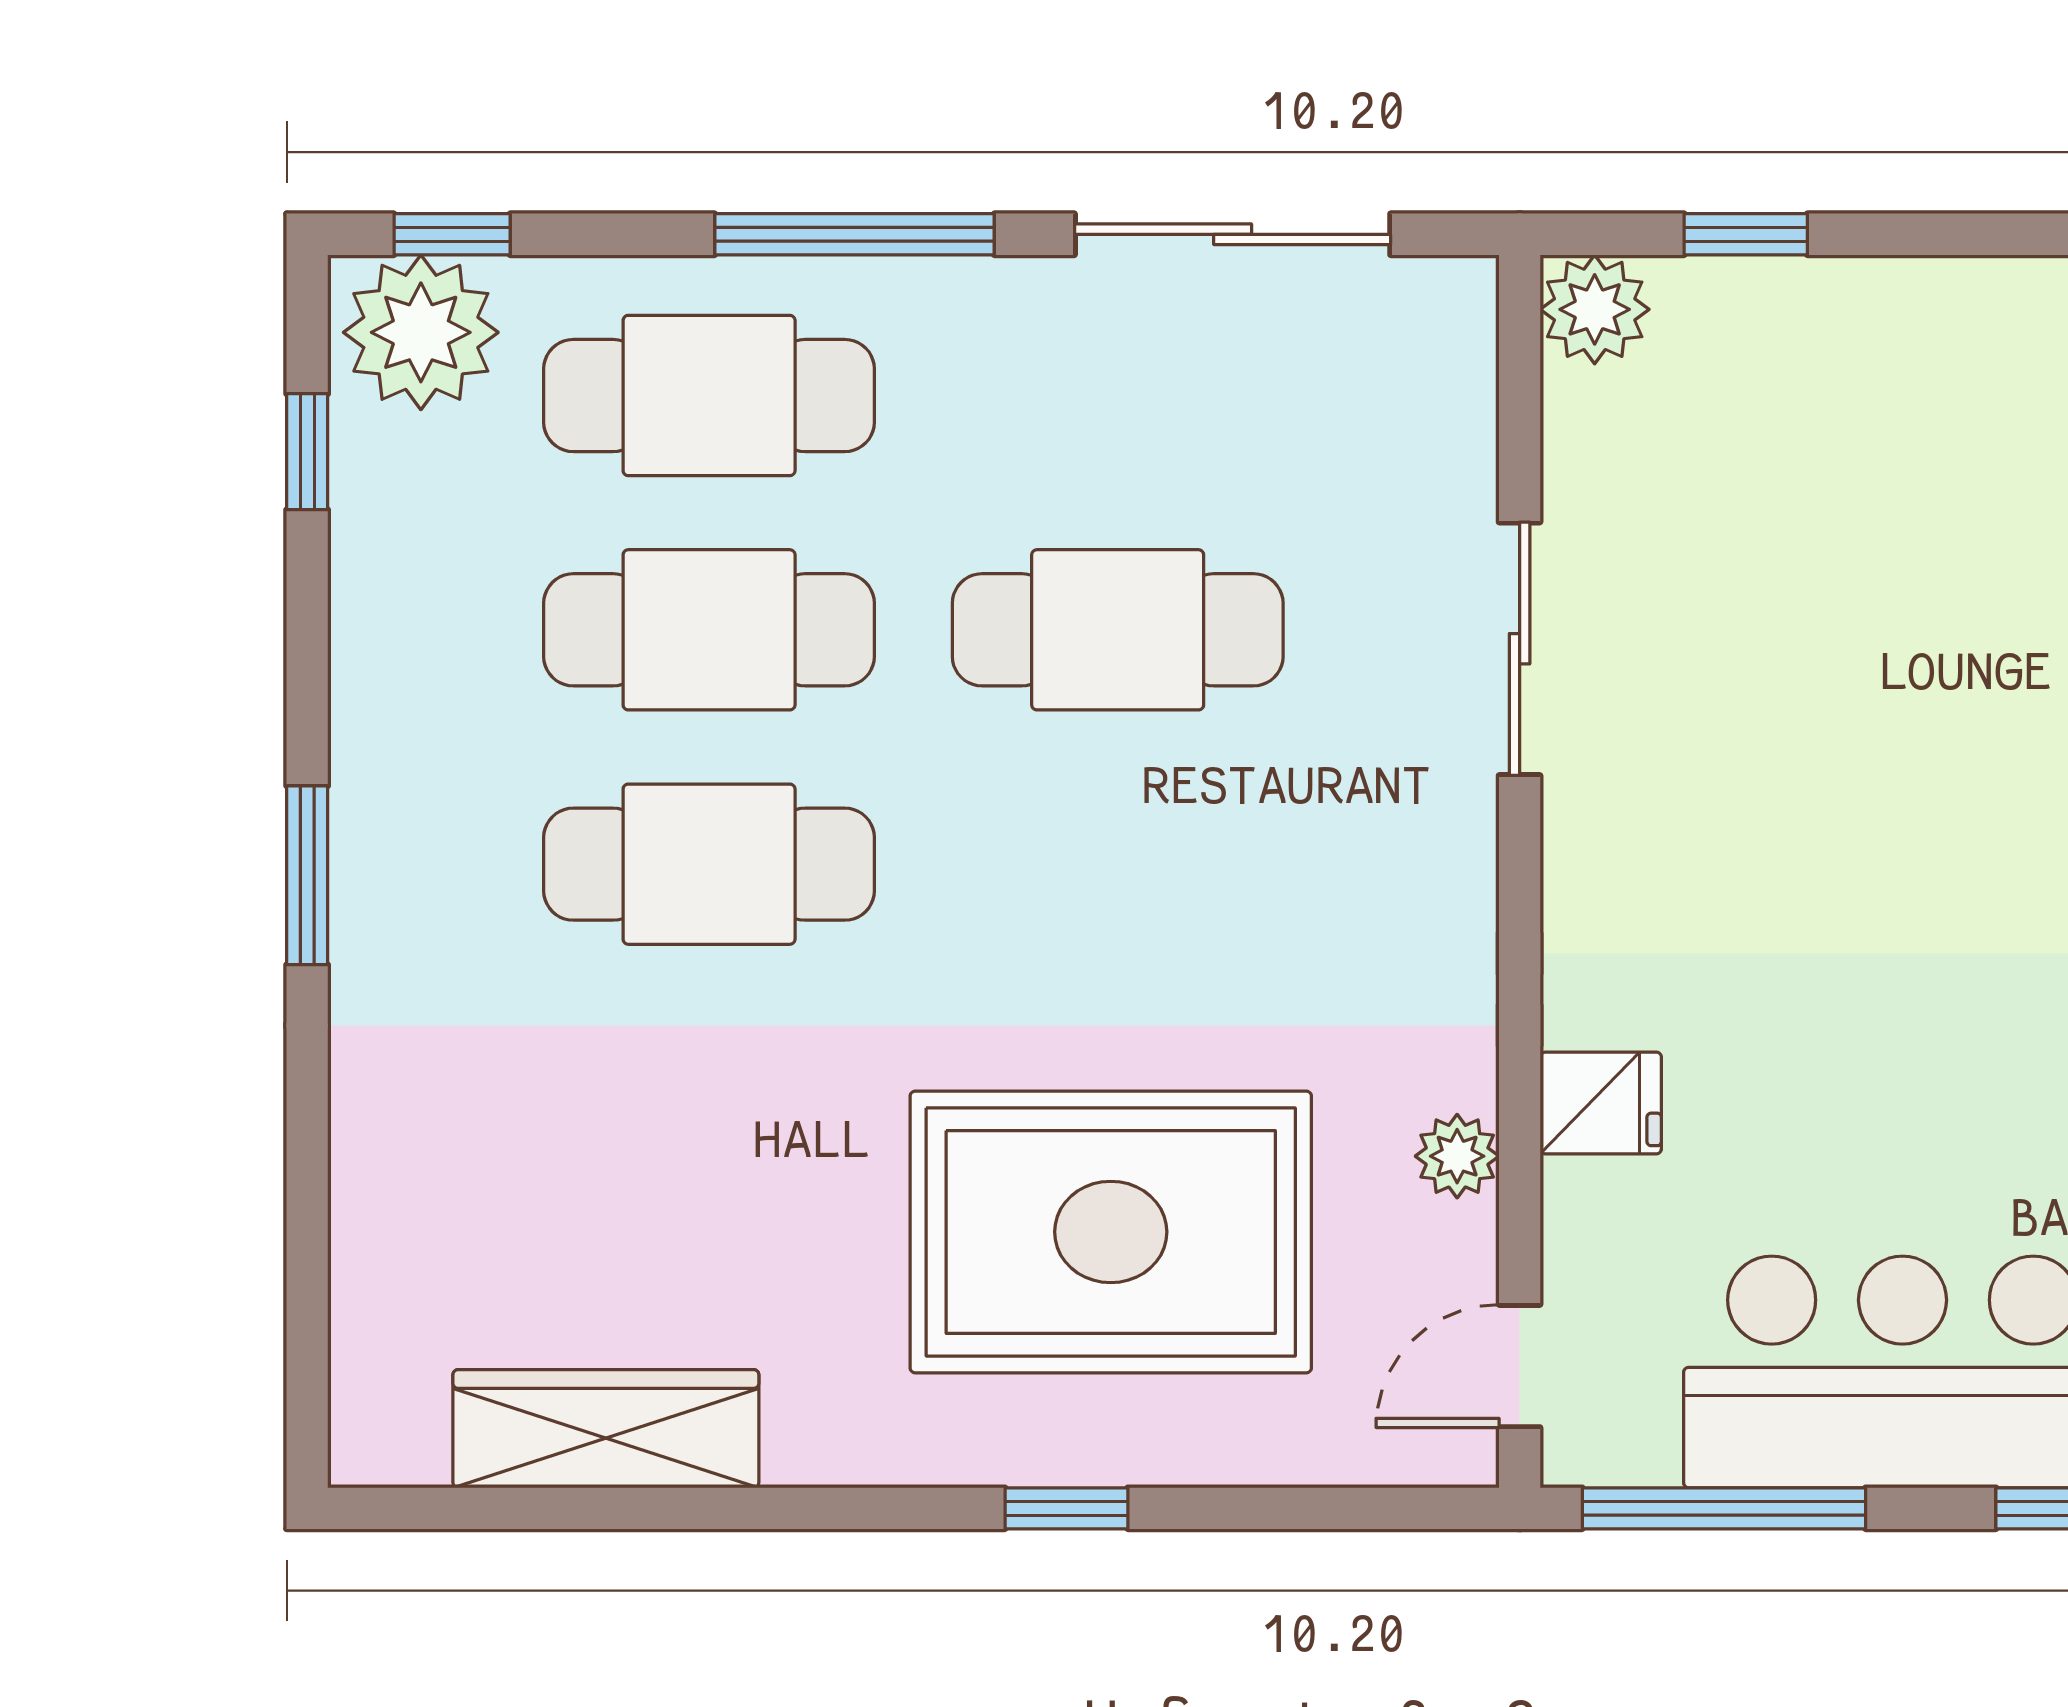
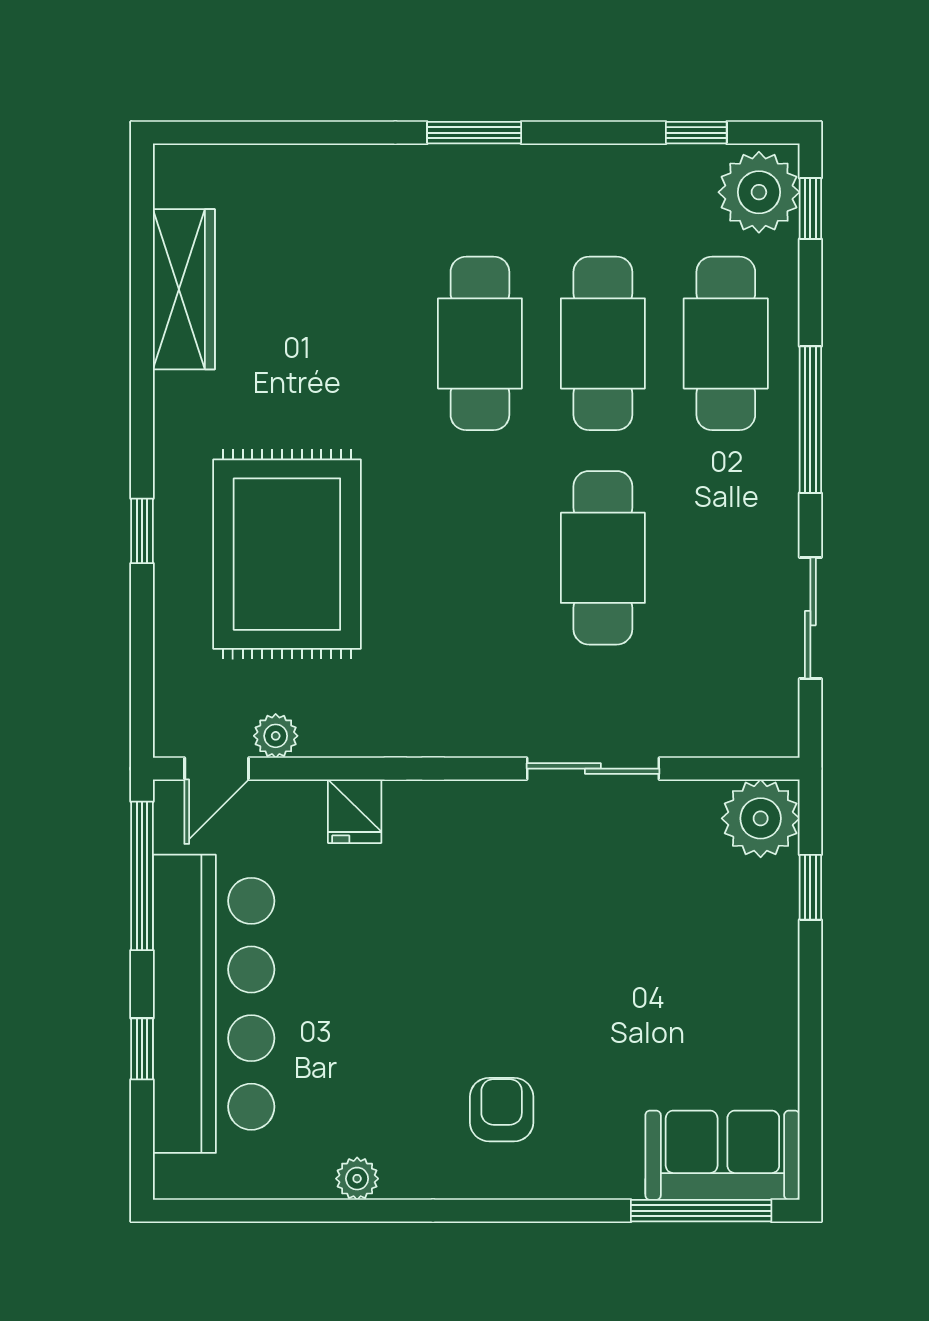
sliding door: (1233, 234) -> (810, 618), width x0.73
plant: (1595, 309) -> (761, 818), width x1.36, depth x1.36
plant: (1457, 1156) -> (276, 736), moved
door: (1520, 1366) -> (217, 769), swing flipped

